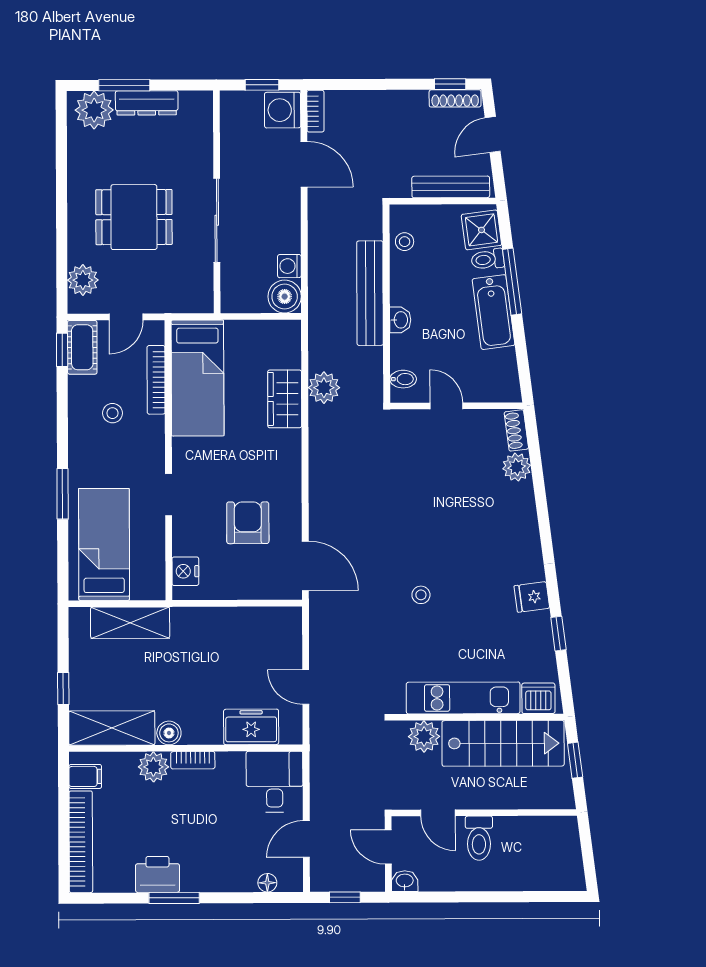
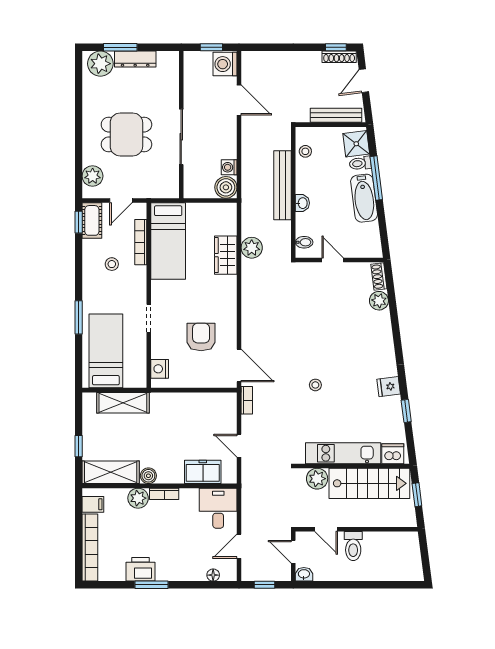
bookcase: (315, 111) -> (247, 400), moved

